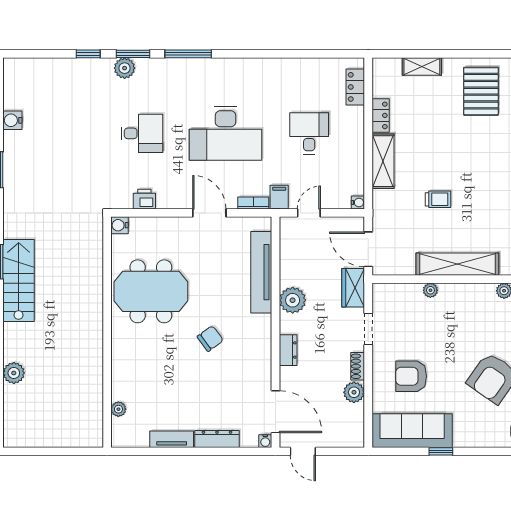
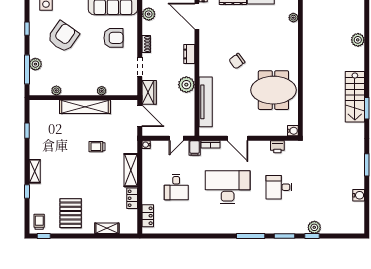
plant: (125, 68) -> (314, 227), moved
plant: (354, 392) -> (149, 14), moved

